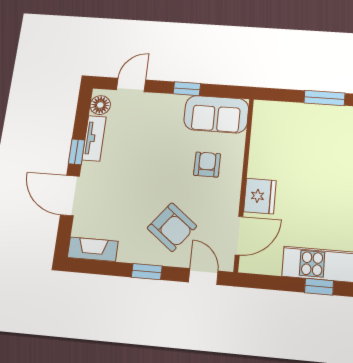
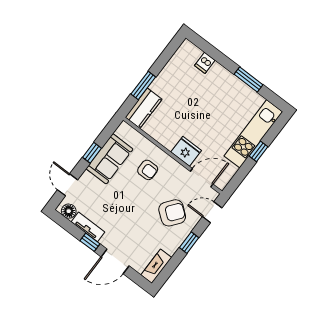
window: (324, 98) -> (143, 86), moved
sofa: (216, 114) -> (109, 159), moved
kitchen counter: (279, 114) -> (144, 108), added
armchair: (207, 164) -> (148, 170), turned 180
door: (239, 236) -> (202, 178), hinge flipped

